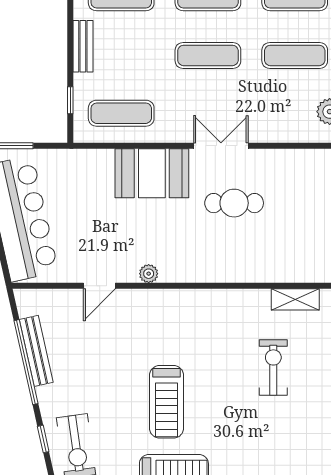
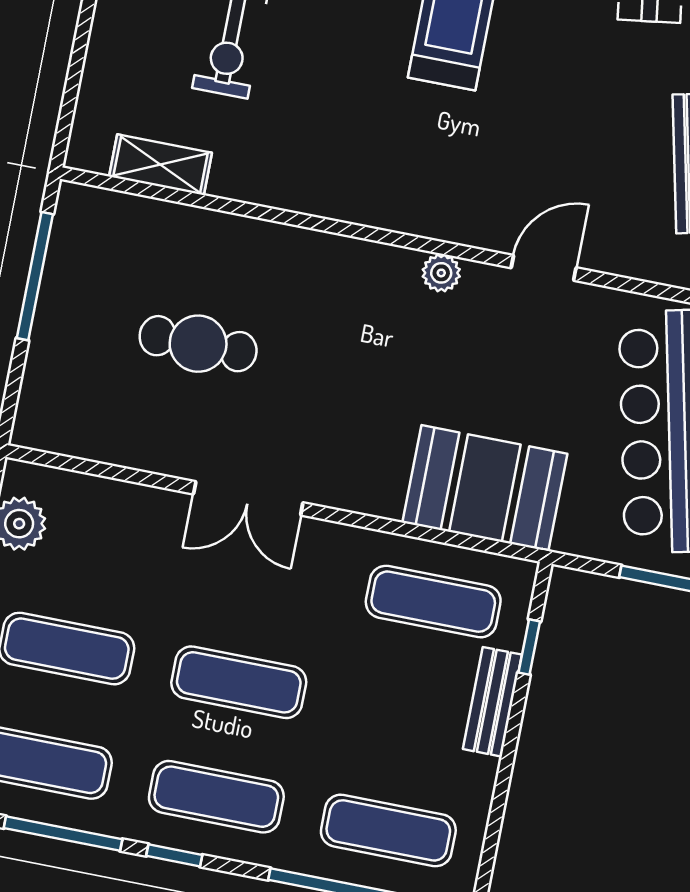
bench: (83, 46) -> (492, 702), moved
booth: (152, 173) -> (485, 488), moved
cafe table: (234, 203) -> (198, 344), moved

